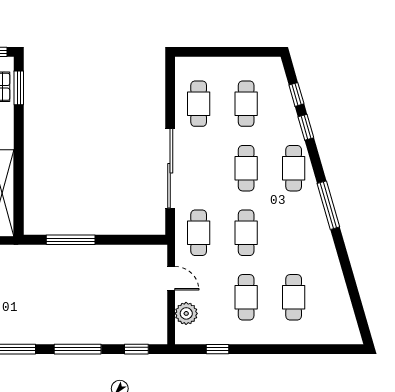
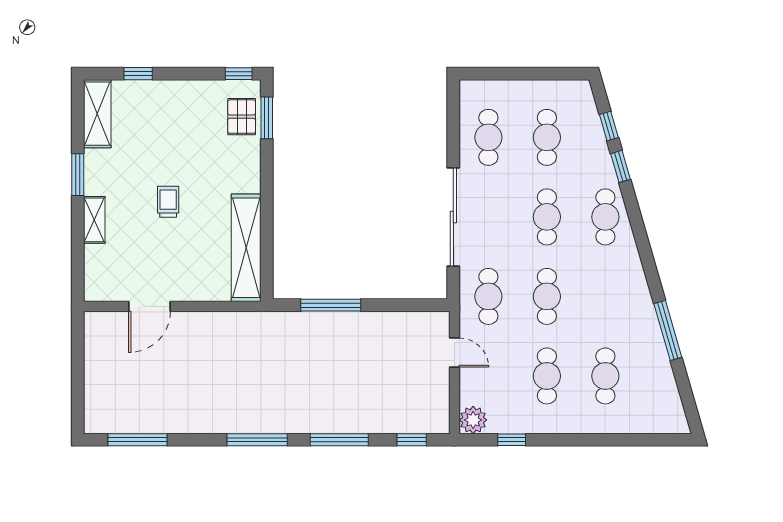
window: (328, 205) -> (668, 330), moved
plant: (186, 313) -> (473, 420), moved

